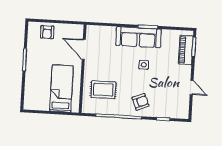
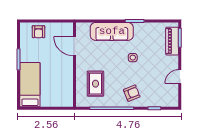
sofa: (138, 37) -> (112, 31), moved
door: (192, 87) -> (180, 77), swing flipped
bed: (61, 88) -> (30, 85), moved
rug: (103, 90) -> (95, 84), turned 90

